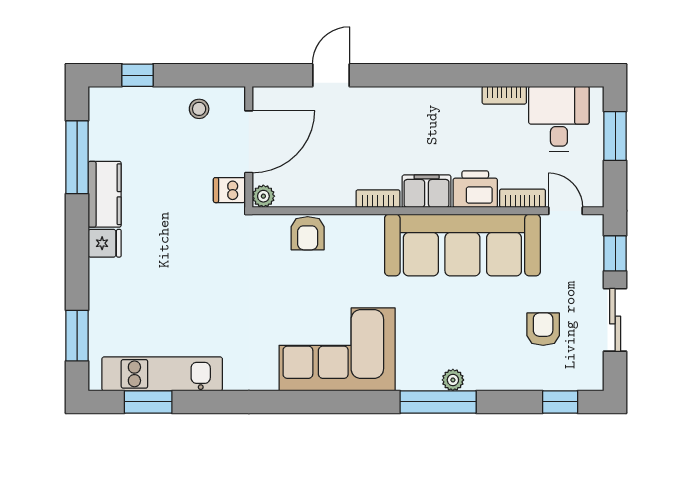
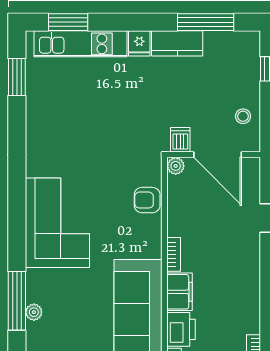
kitchen unit: (162, 374) -> (80, 44), moved, turned 90

